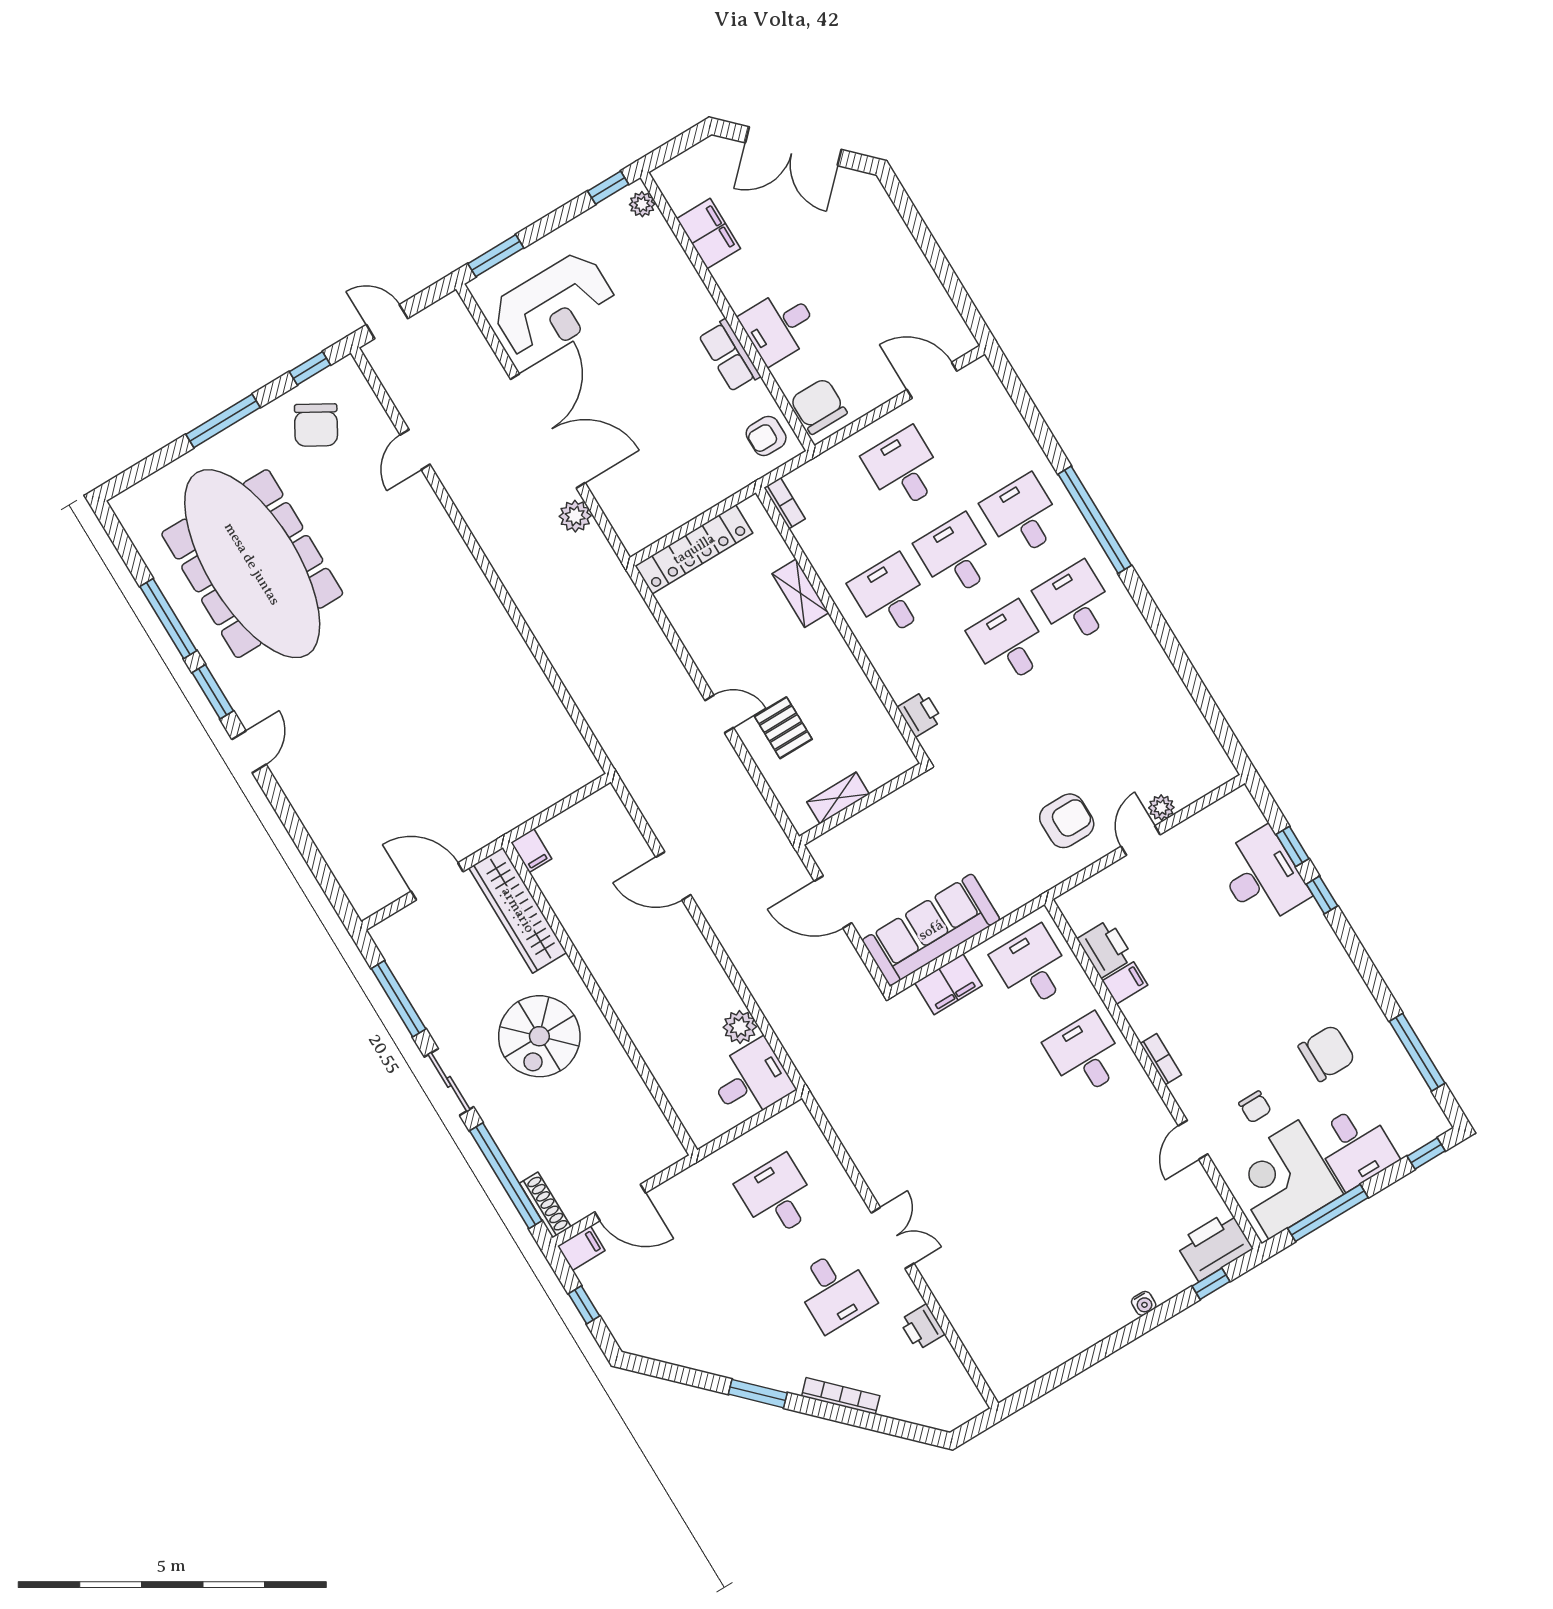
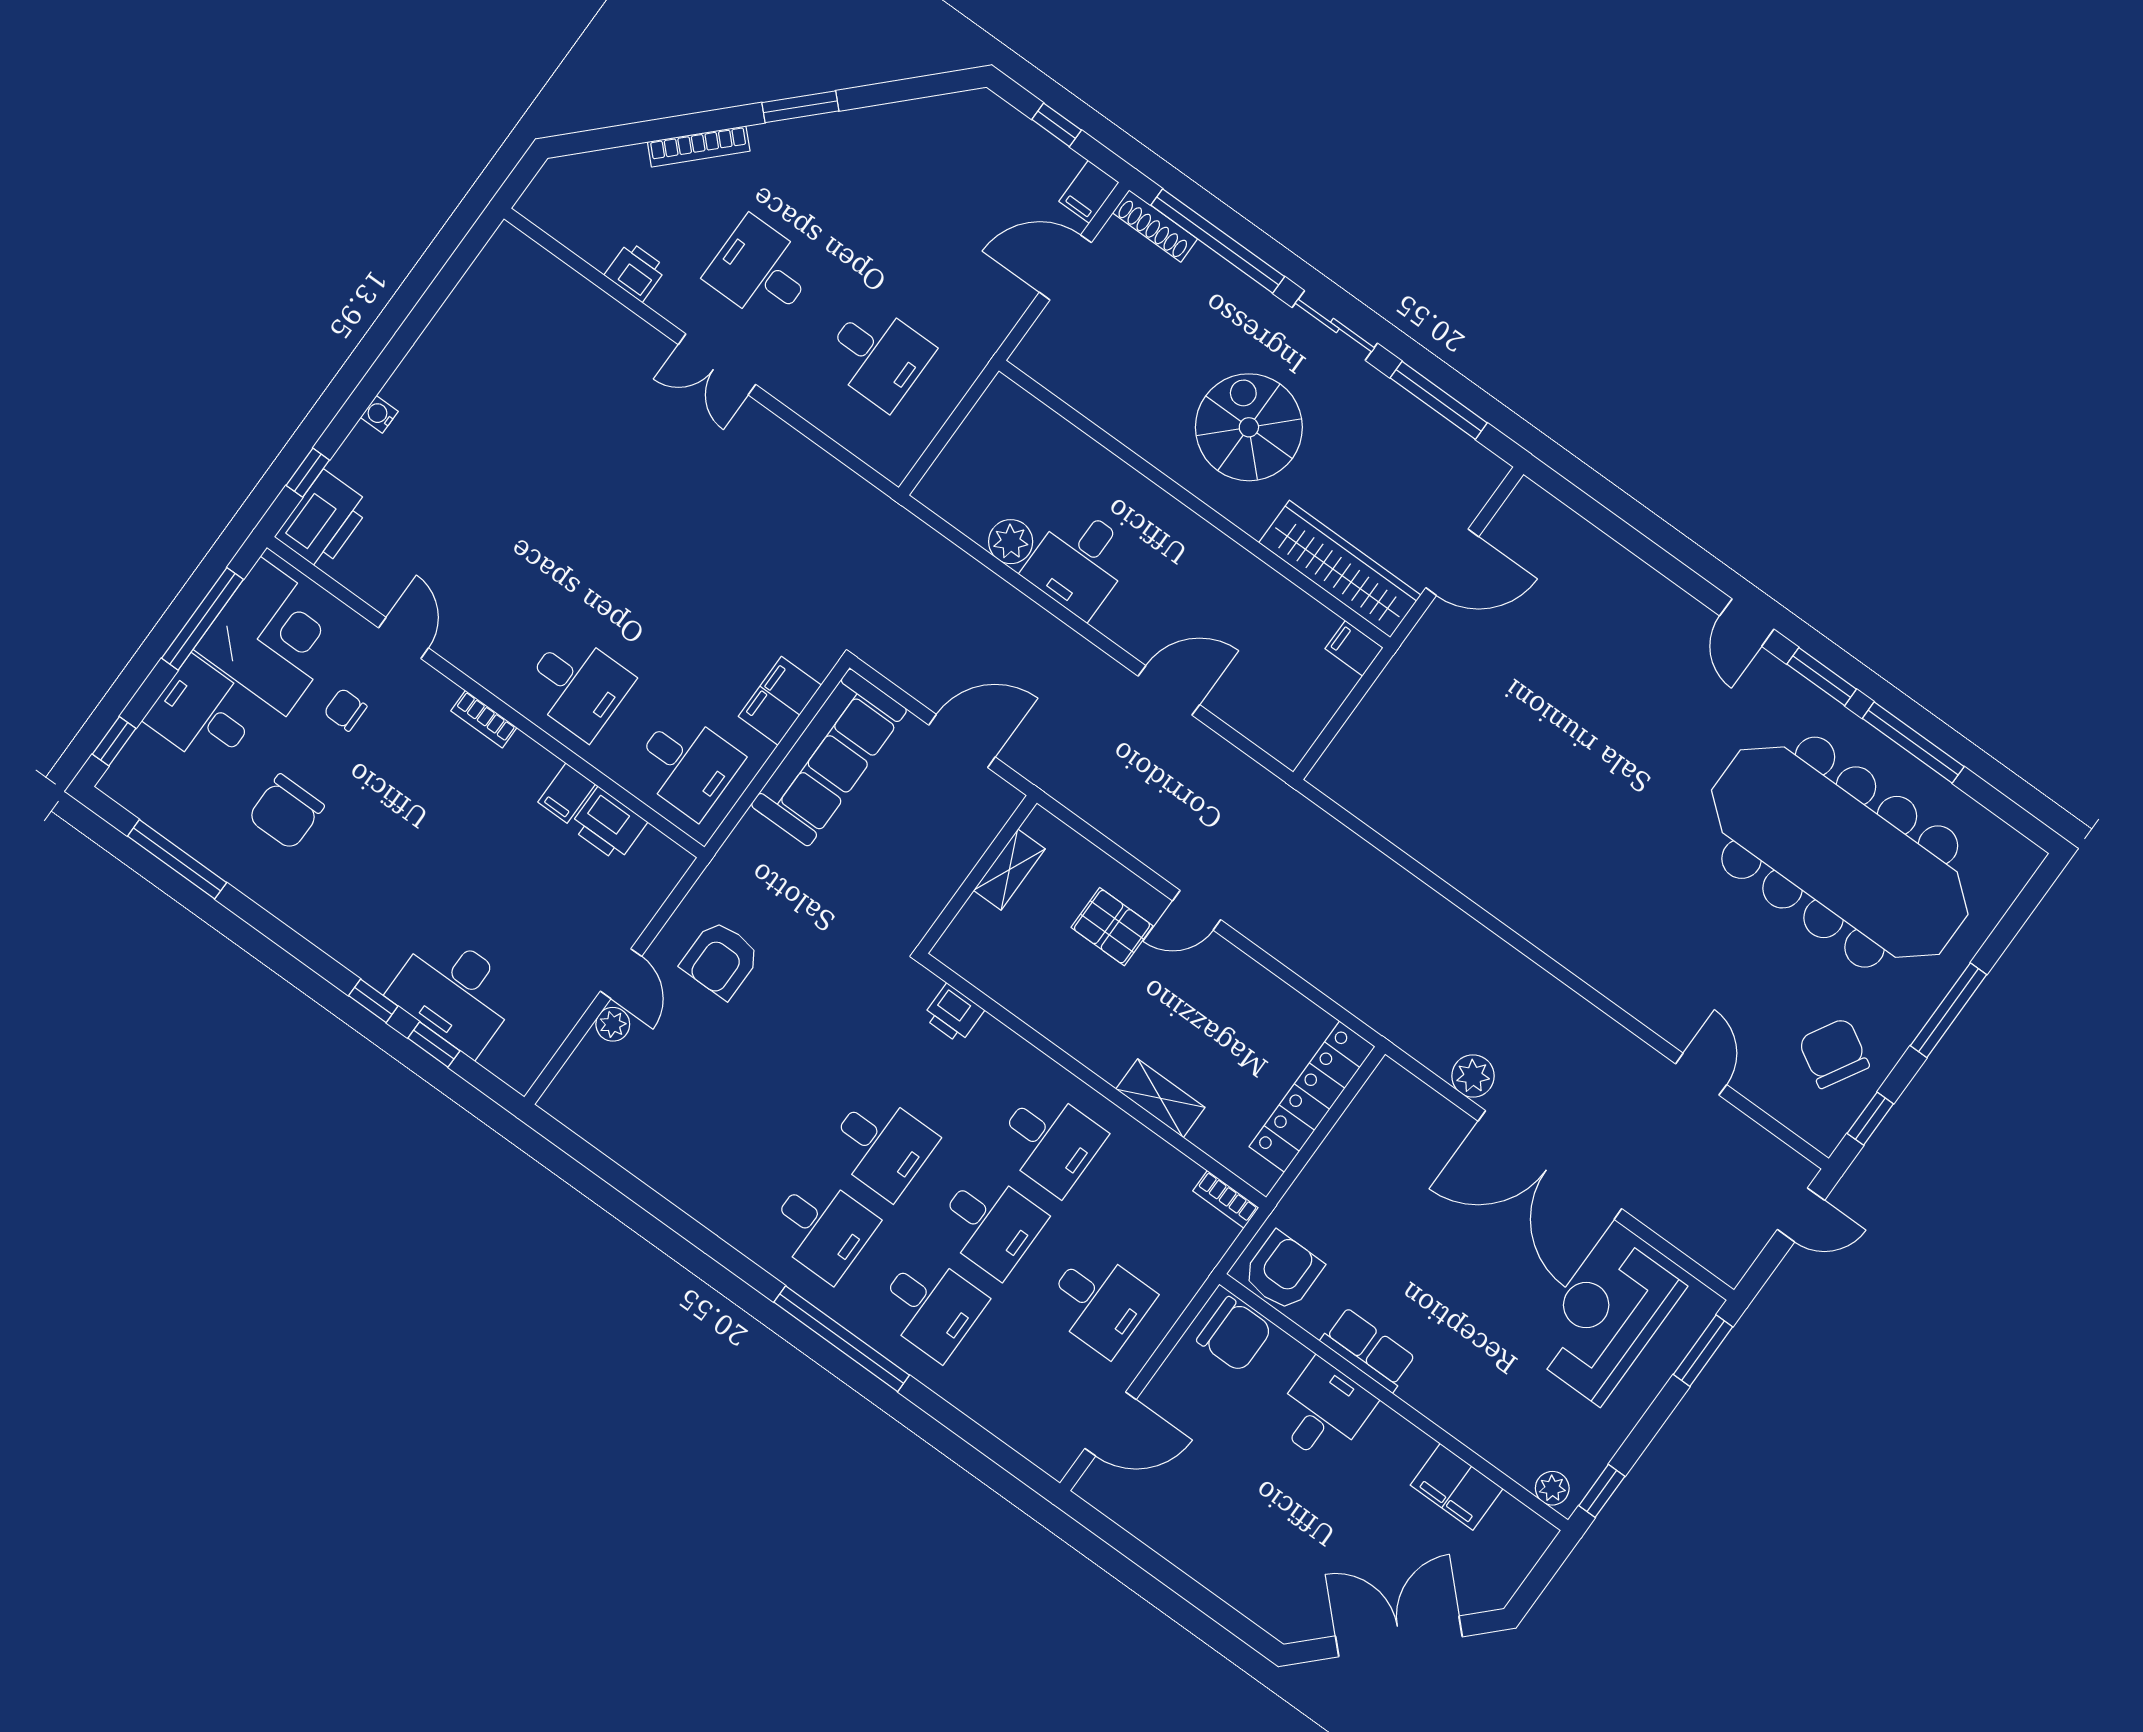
armchair: (766, 436) -> (1283, 1271), width x1.38, depth x1.38
desk: (751, 1080) -> (1079, 562), moved

